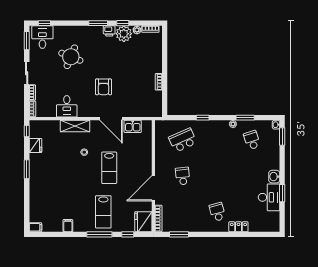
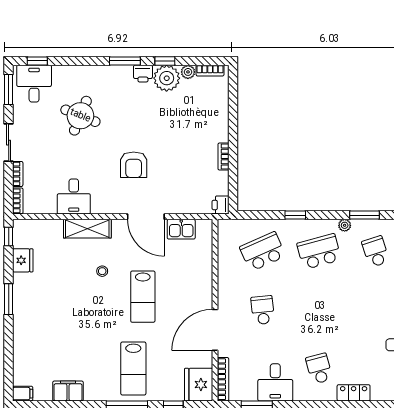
printer: (157, 112) -> (221, 205), added
school desk: (217, 140) -> (319, 252), added
desk: (190, 220) -> (275, 382), added
filing cabinet: (68, 226) -> (68, 391), width x2.00

